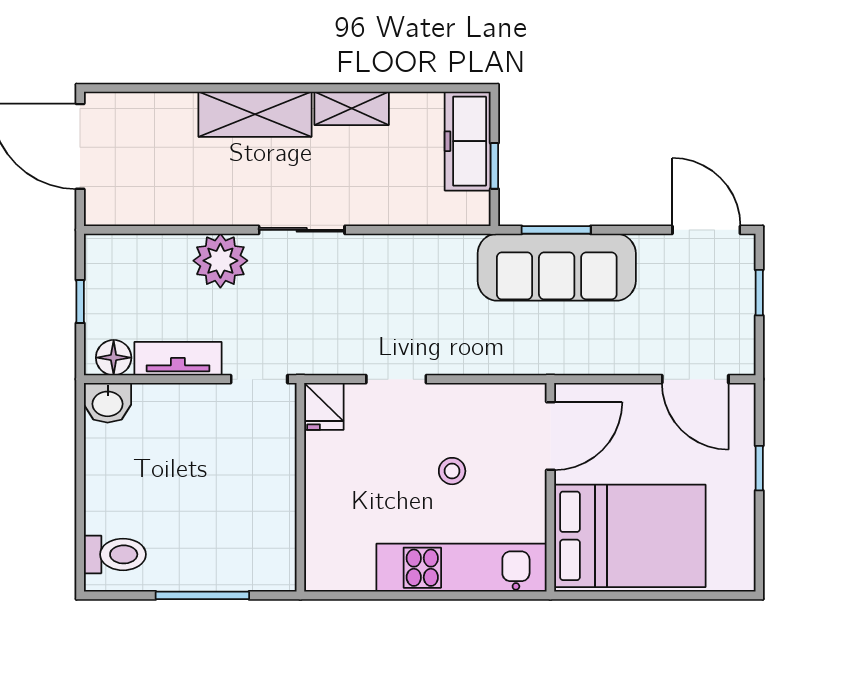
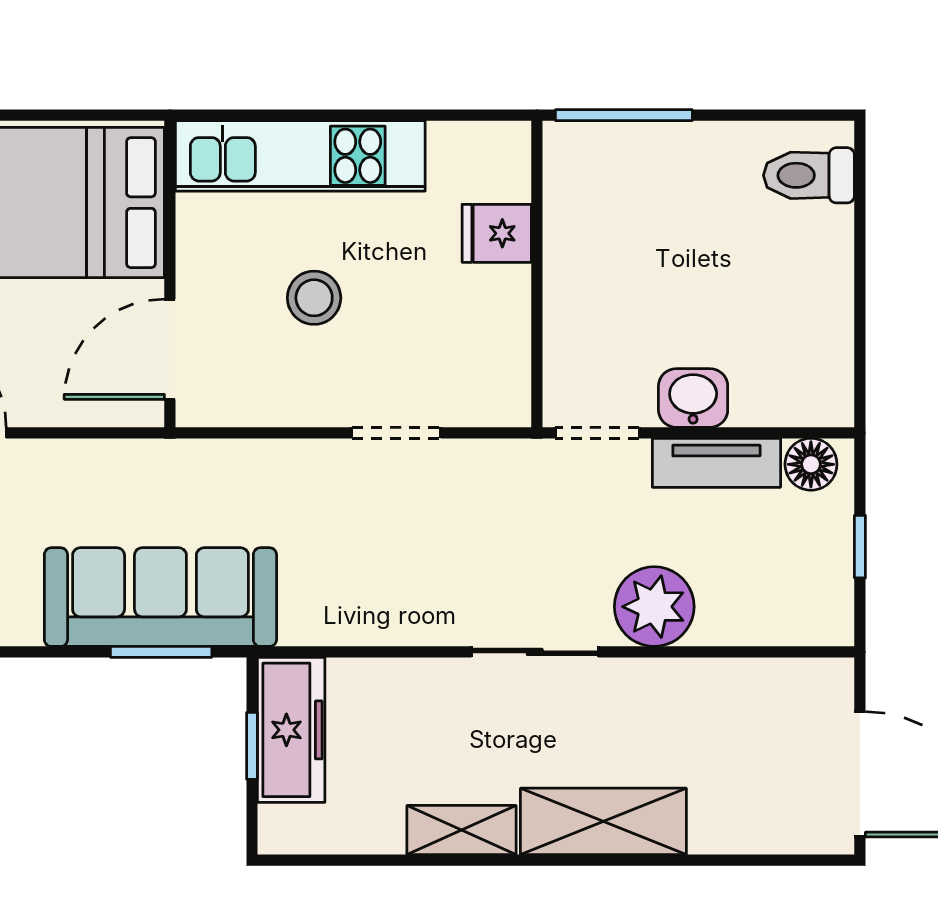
freezer: (468, 141) -> (291, 730), moved
washbasin: (108, 403) -> (693, 398), moved
fridge: (324, 406) -> (497, 233), moved, turned -90
stool: (452, 471) -> (314, 298), width x1.37, depth x1.37
window: (202, 595) -> (624, 115), moved

